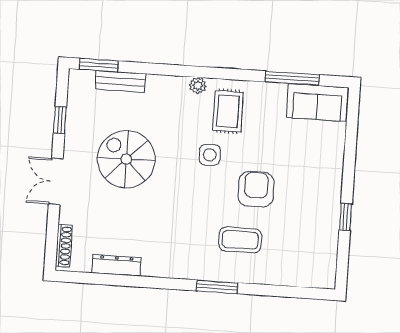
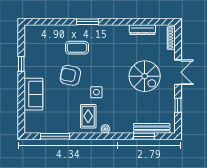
window: (99, 65) -> (144, 136), moved
bench: (120, 81) -> (152, 128), width x1.36
sofa: (317, 103) -> (33, 94), moved, turned 90
spiral stairs: (126, 159) -> (145, 76), moved
armchair: (256, 189) -> (70, 75), turned 101

